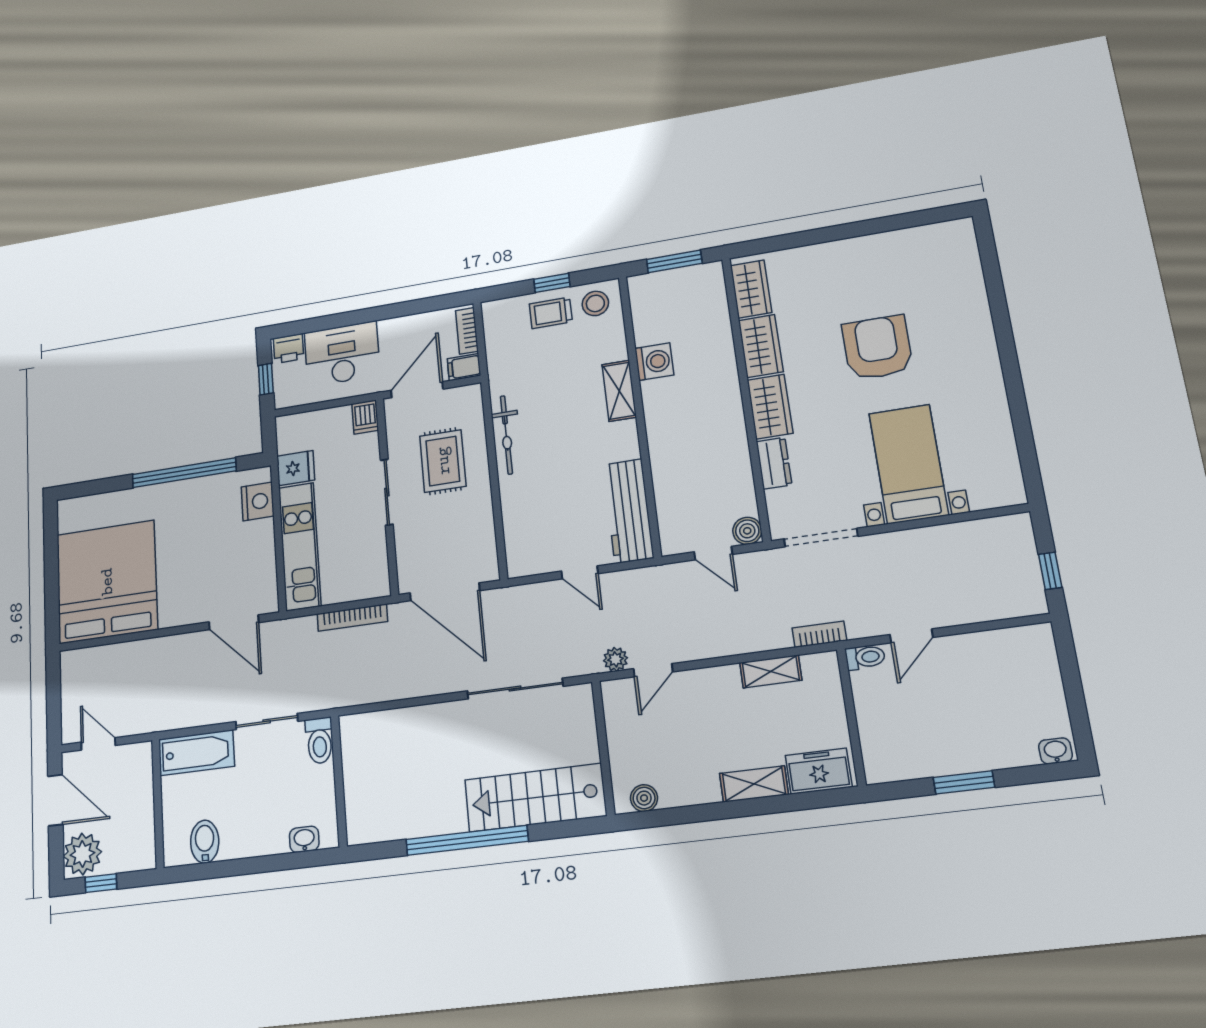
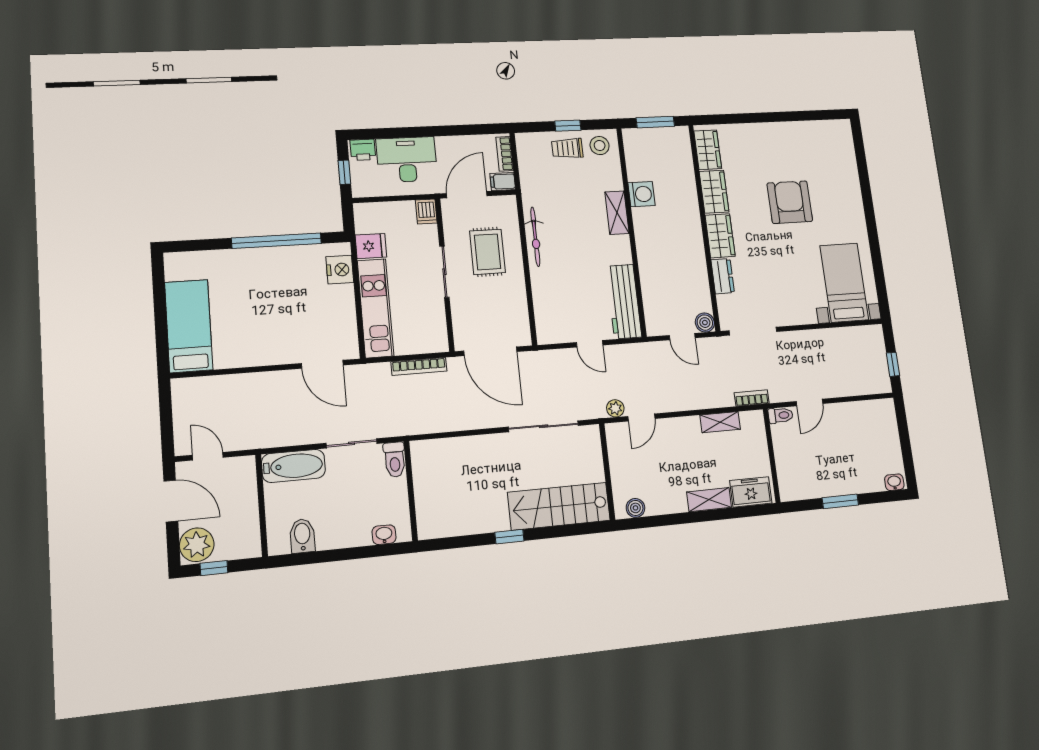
bed with nightstands: (909, 464) -> (844, 283), moved
bed: (107, 582) -> (189, 326), width x0.49
window: (467, 840) -> (509, 537), width x0.32

